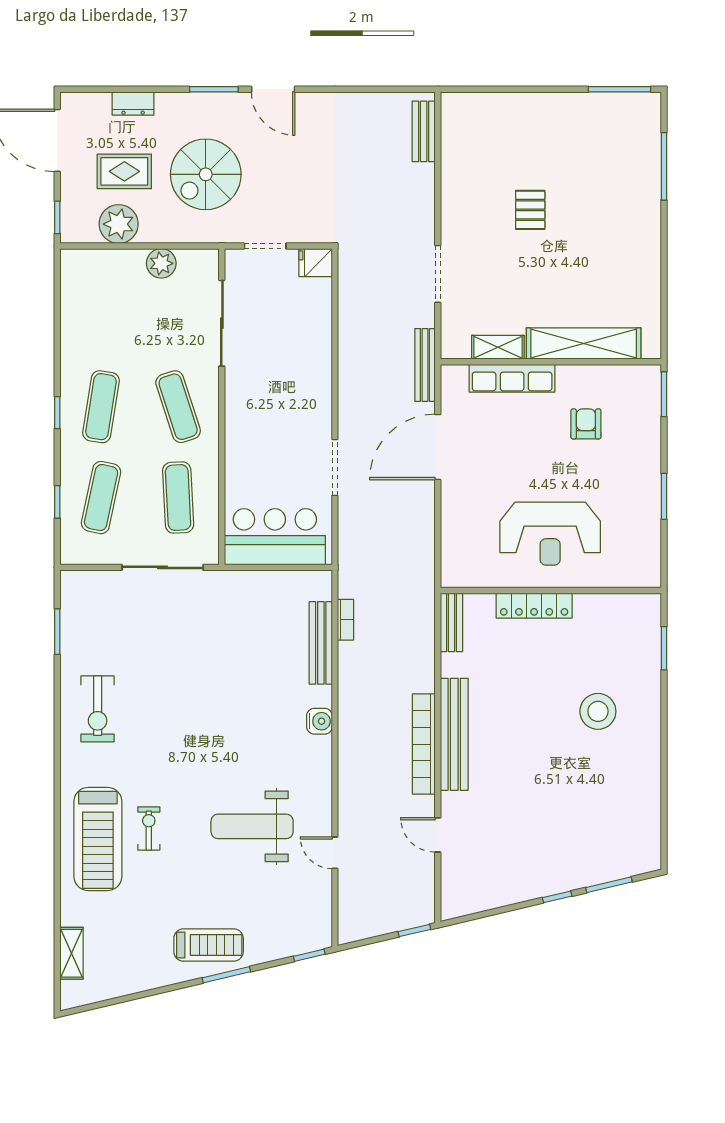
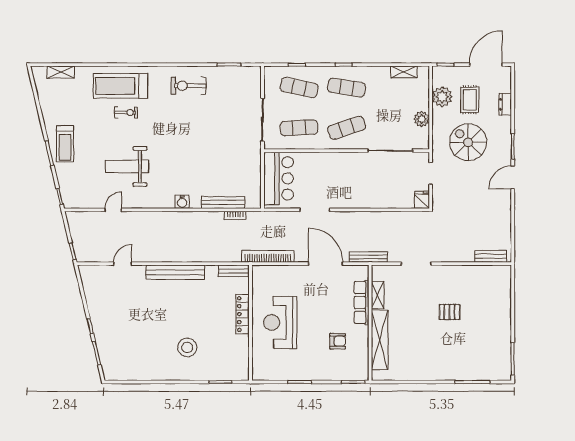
shelving: (71, 297) -> (404, 72), added
bookcase: (424, 744) -> (268, 256), moved
weight bench: (252, 826) -> (127, 167), turned -90

